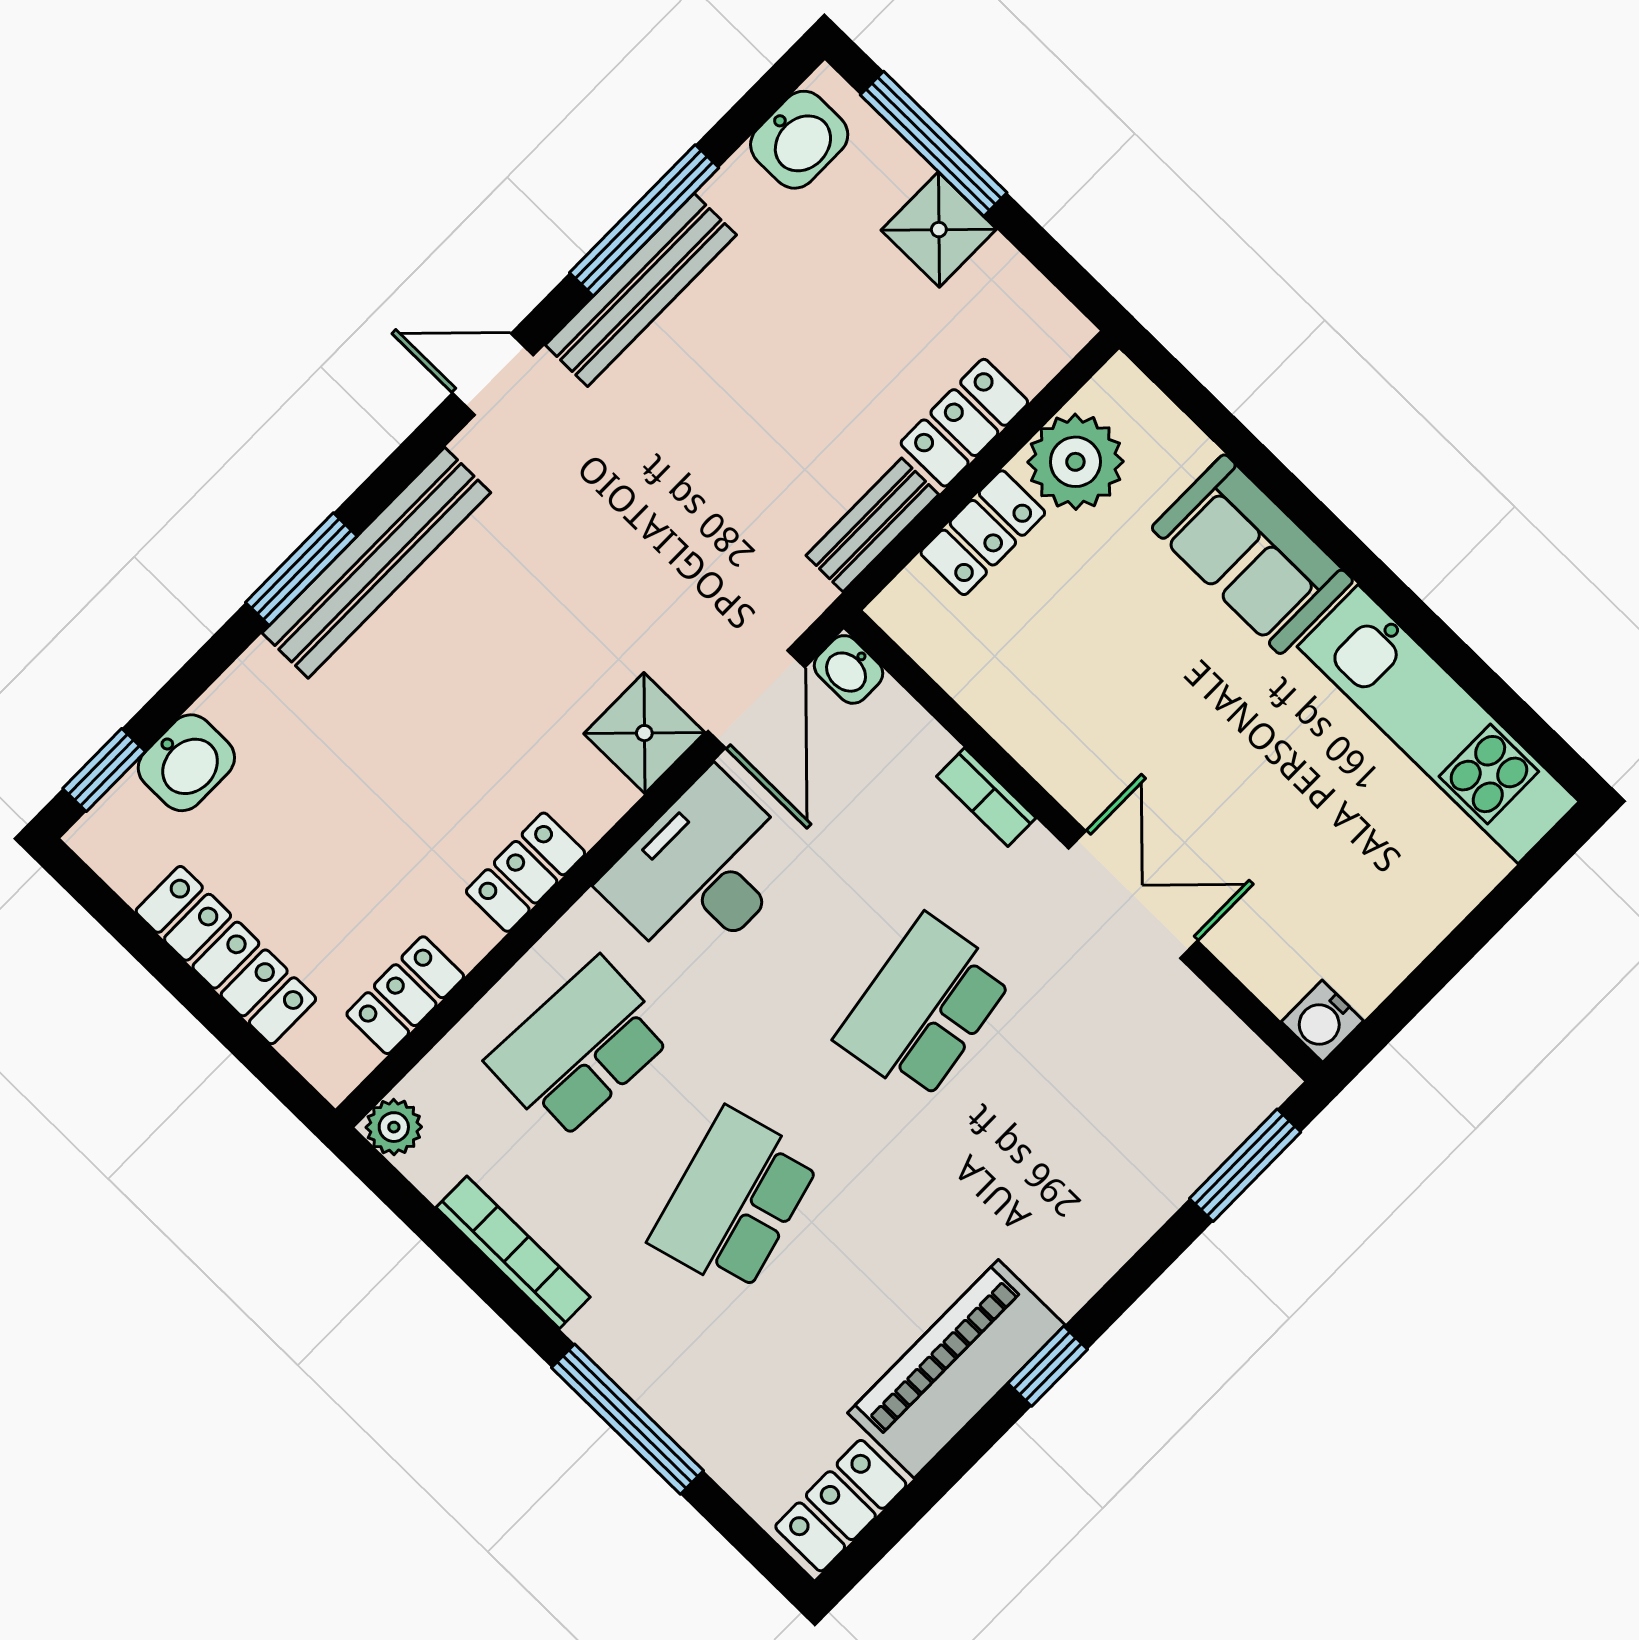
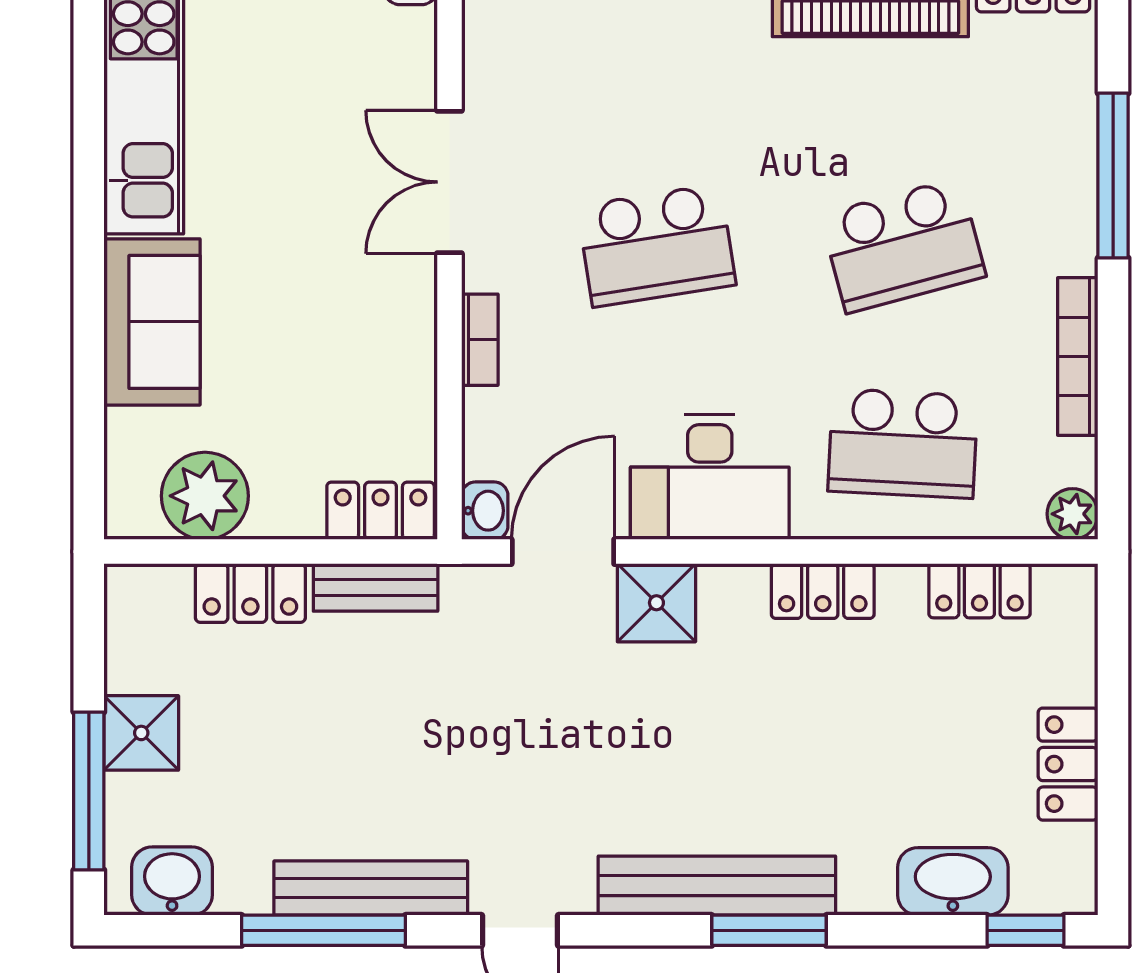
locker: (983, 533) -> (381, 511), moved
washbasin: (186, 763) -> (953, 881), width x1.38
locker: (226, 955) -> (1068, 764), width x0.66

